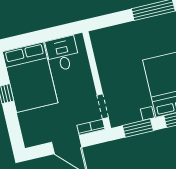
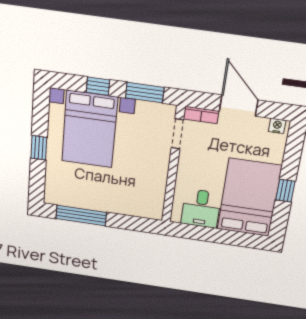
nightstand: (33, 141) -> (277, 126), added

